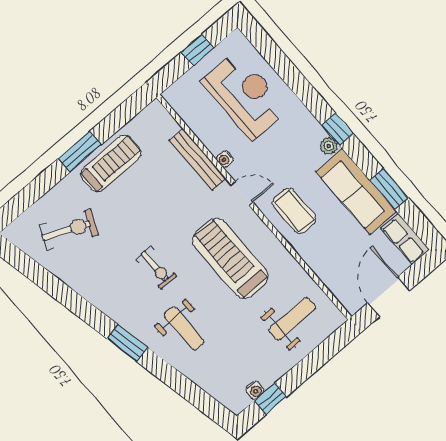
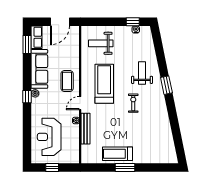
window: (389, 189) -> (27, 45), moved
door: (242, 194) -> (80, 103), hinge flipped
exercise bike: (69, 230) -> (153, 143), removed
treadmill: (230, 258) -> (104, 84), turned 180

